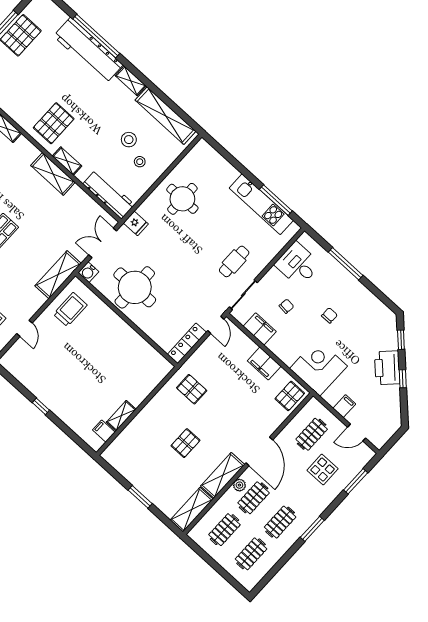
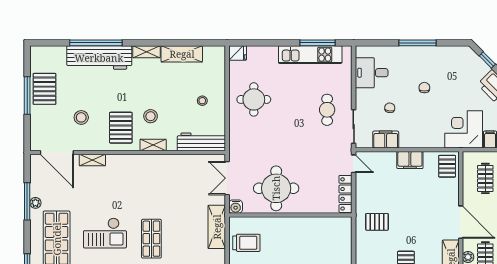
stool: (29, 86) -> (81, 117), added
shelving: (165, 116) -> (182, 54), width x0.68
stool: (129, 140) -> (151, 116), moved
shelving: (53, 174) -> (151, 162), removed
fridge: (136, 223) -> (238, 53), moved
window: (346, 264) -> (418, 43), moved
trolley: (70, 310) -> (246, 243), turned 90
corner desk: (318, 367) -> (464, 129), moved

